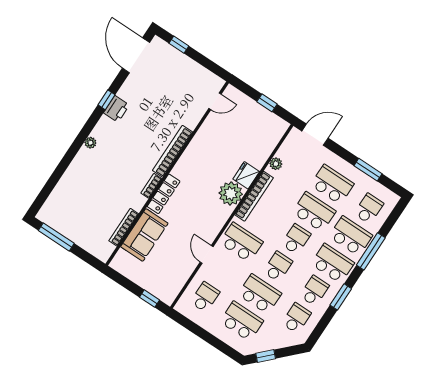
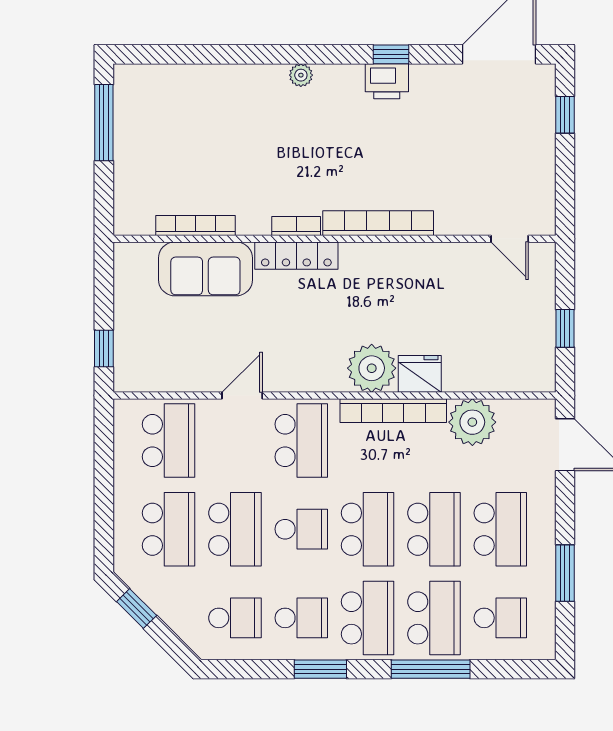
plant: (276, 164) -> (472, 422), width x1.87, depth x1.87
school desk: (296, 239) -> (368, 529), width x1.85
school desk: (205, 297) -> (169, 441), width x1.85

